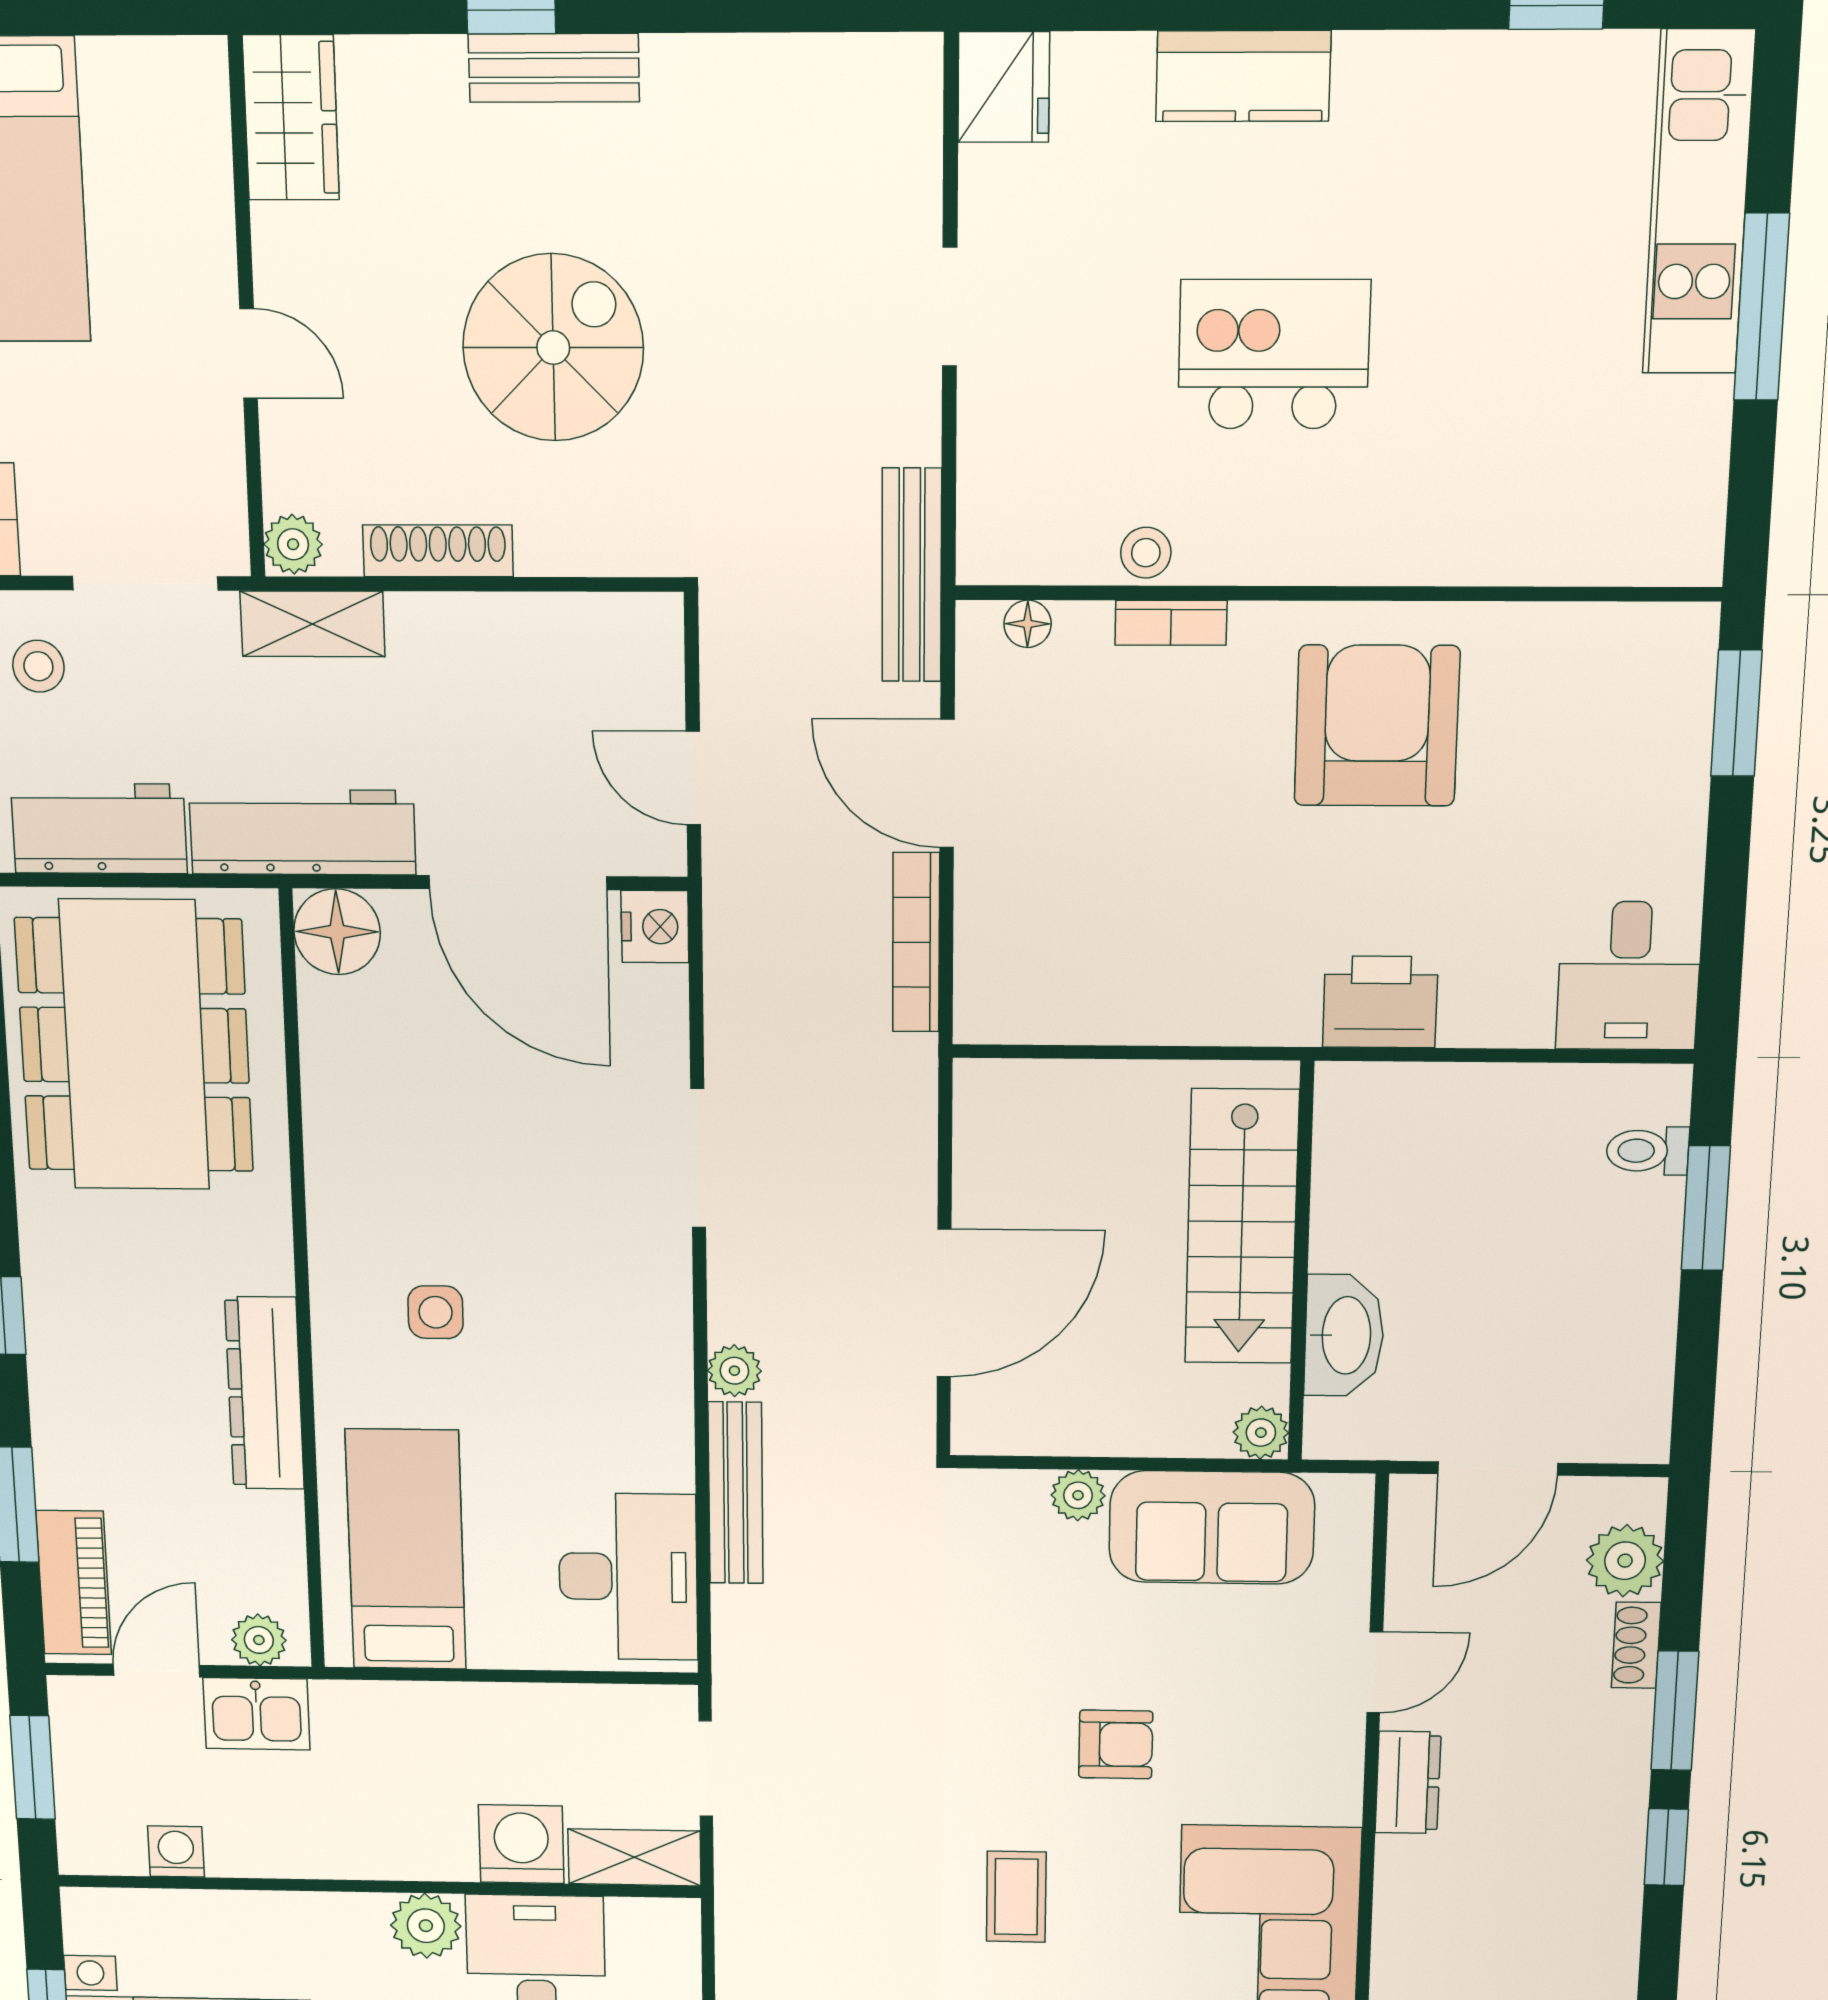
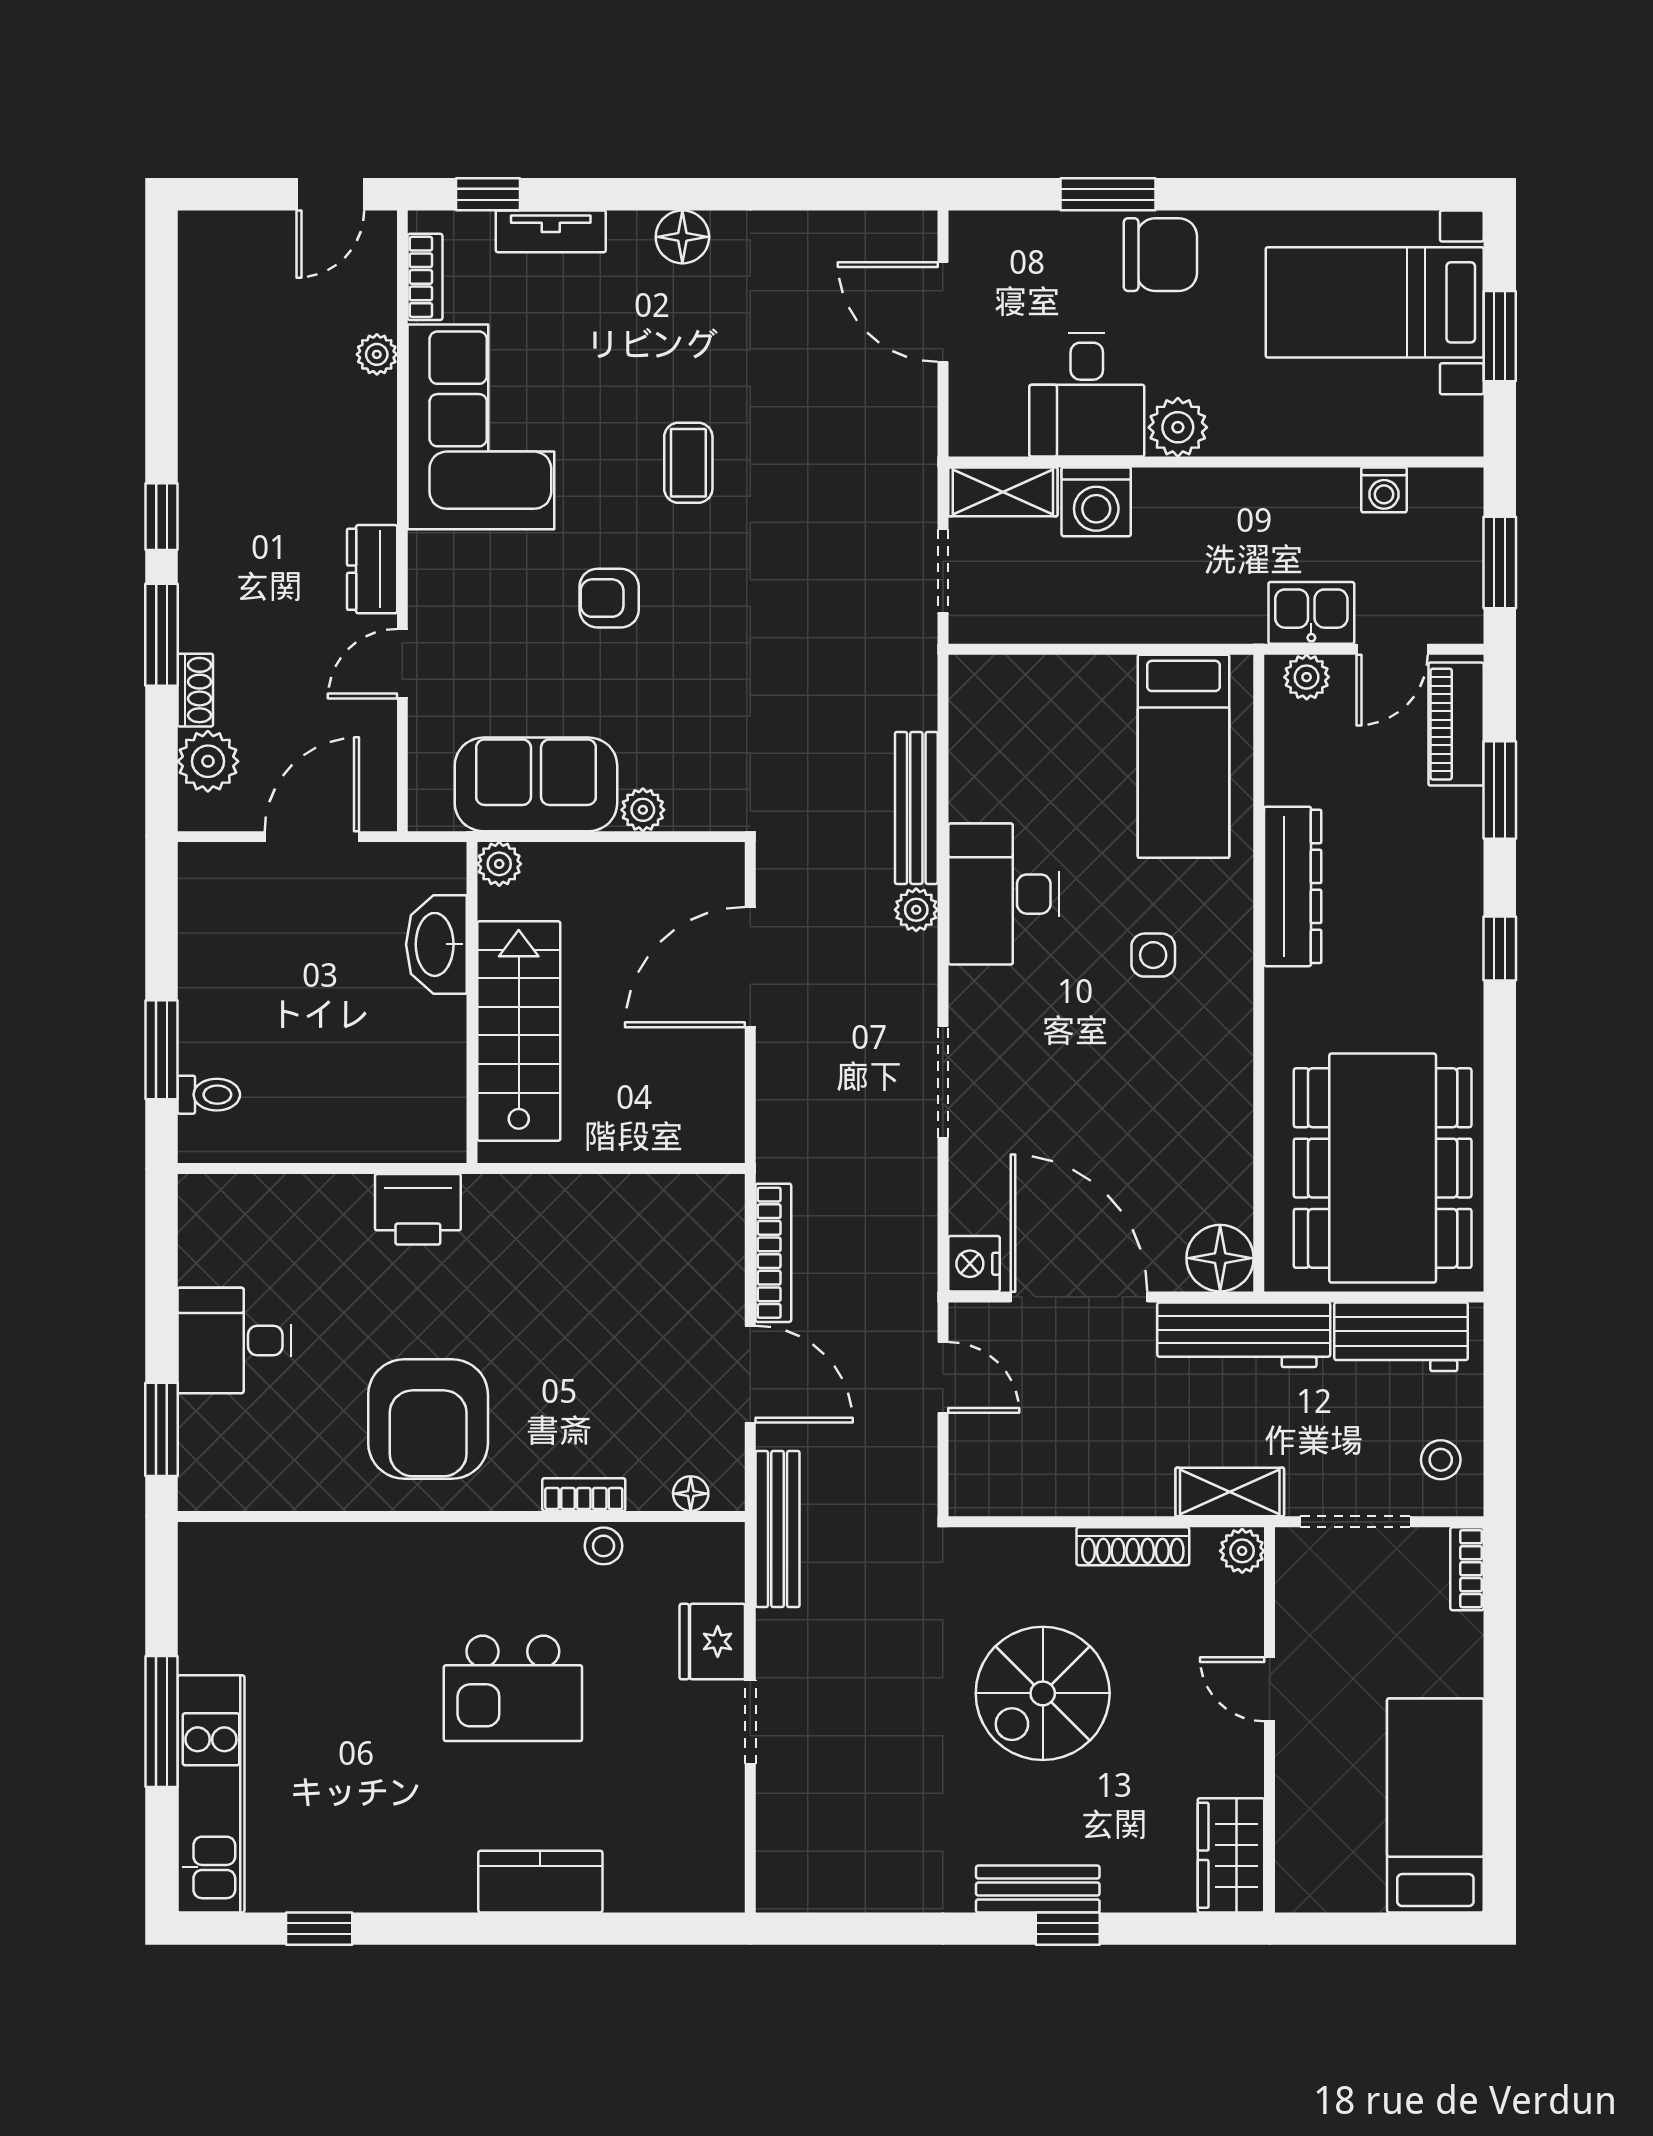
fridge: (1004, 87) -> (712, 1642), moved
desk: (1629, 976) -> (234, 1340), moved, turned -90
desk: (628, 1577) -> (1004, 894), moved

